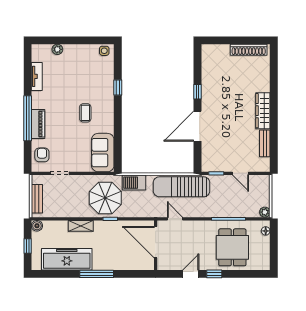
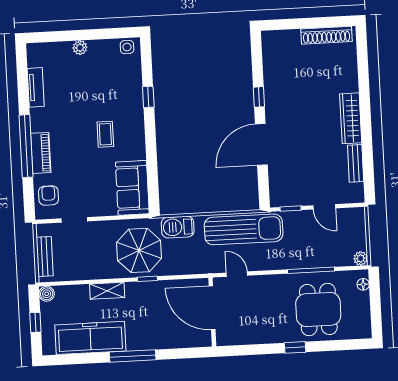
plant: (57, 49) -> (80, 48), moved
sun lounger: (181, 187) -> (244, 229), turned 180
door: (191, 274) -> (263, 349), removed

